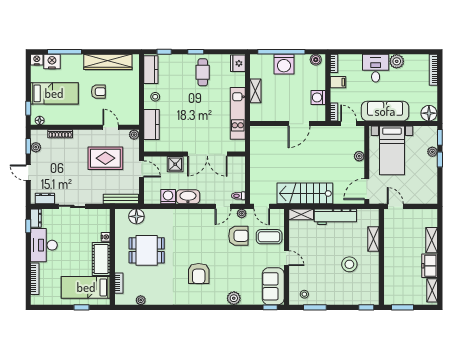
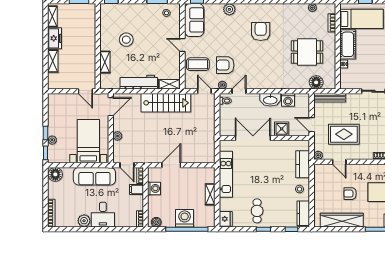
filing cabinet: (338, 82) -> (136, 189), moved

